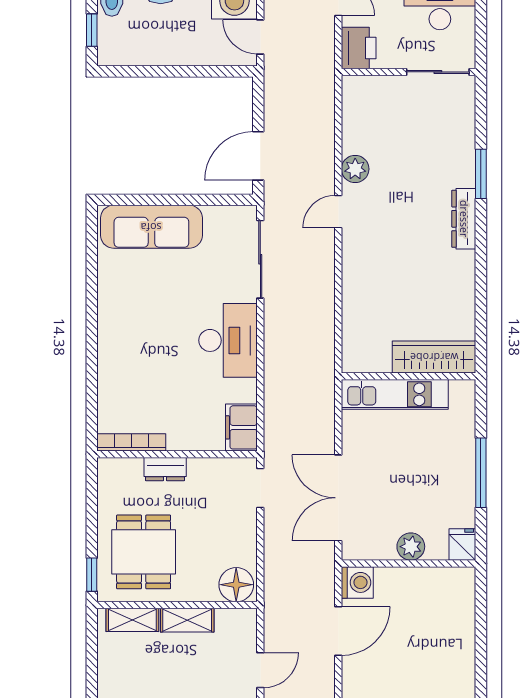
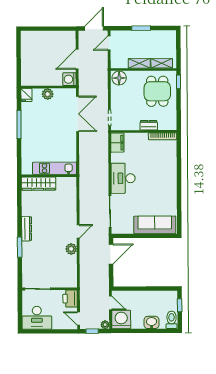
wardrobe: (434, 357) -> (39, 184), moved
wall: (409, 376) -> (49, 176), moved
kitchen unit: (395, 394) -> (55, 168), moved

